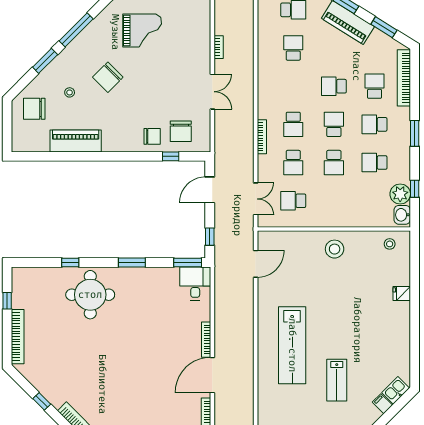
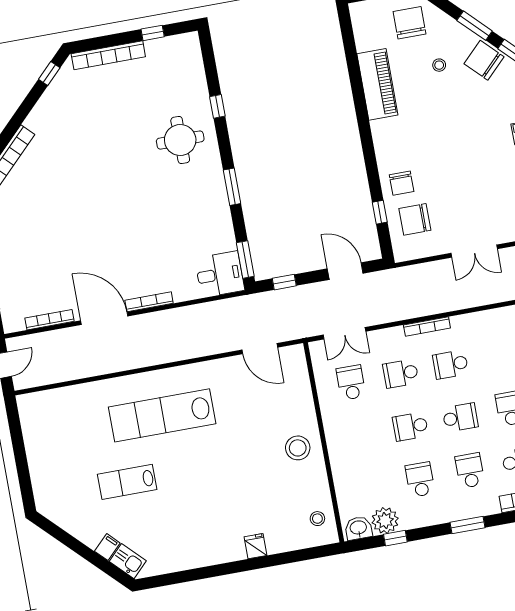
chair: (108, 77) -> (484, 60), moved
round table: (90, 295) -> (180, 140), width x0.73, depth x0.73
window: (42, 401) -> (49, 74), moved

